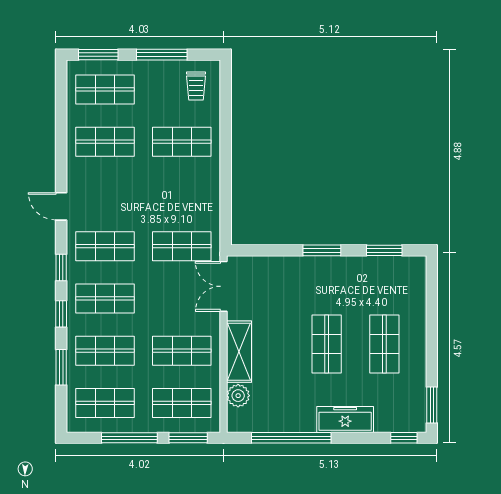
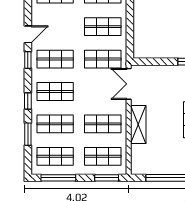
shop shelf: (182, 194) -> (103, 27), added
door: (61, 206) -> (28, 34), swing flipped
window: (61, 267) -> (28, 60), moved
plant: (238, 396) -> (138, 152), removed
window: (129, 438) -> (58, 178), moved

